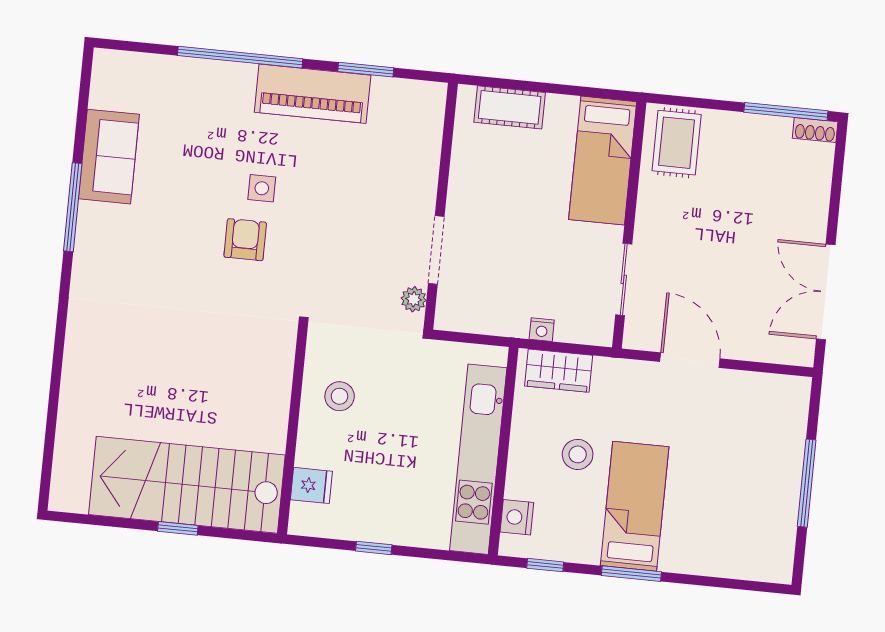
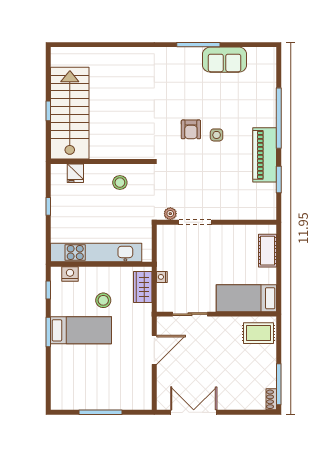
armchair: (245, 240) -> (191, 129), turned 90

